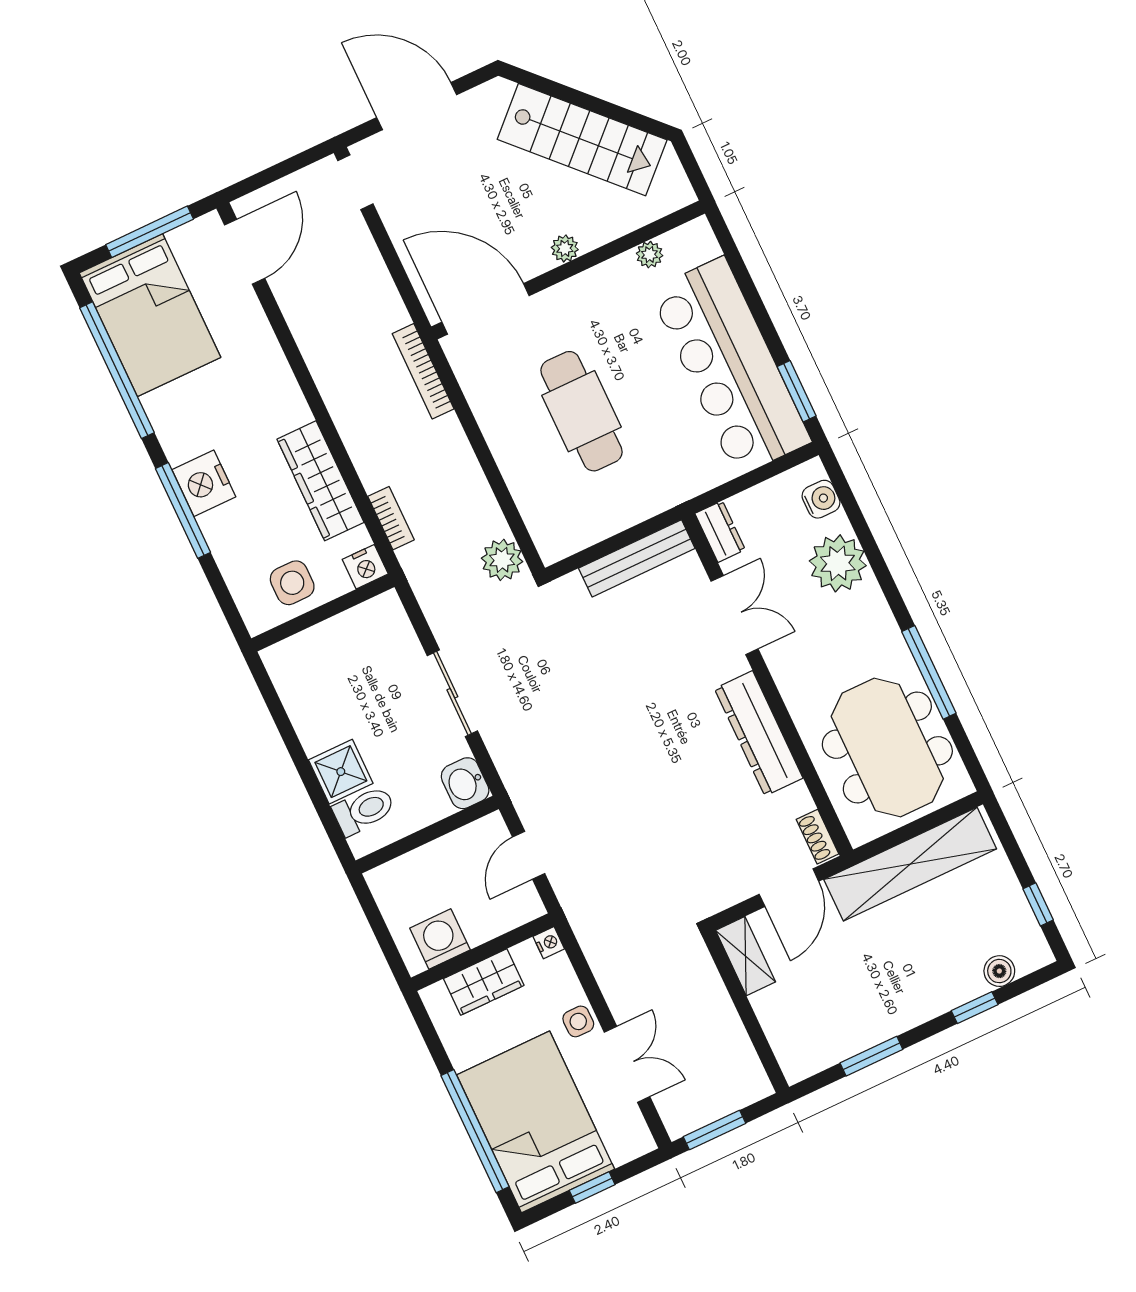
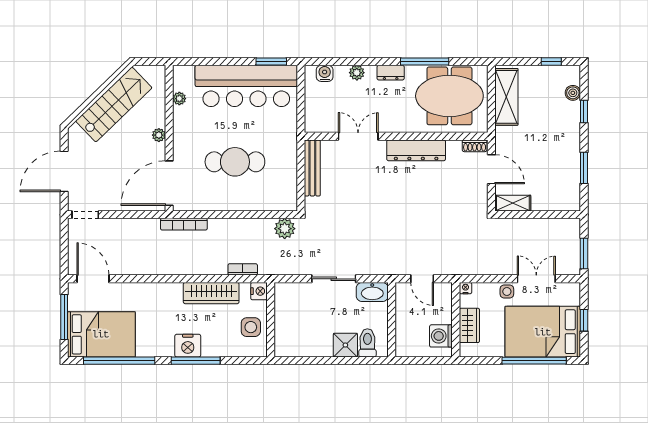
dresser: (720, 532) -> (391, 73), moved, turned 180
plant: (838, 563) -> (357, 73), width x0.53, depth x0.53
washbasin: (465, 783) -> (372, 292), width x1.38
shelving: (910, 864) -> (506, 97), width x0.68

